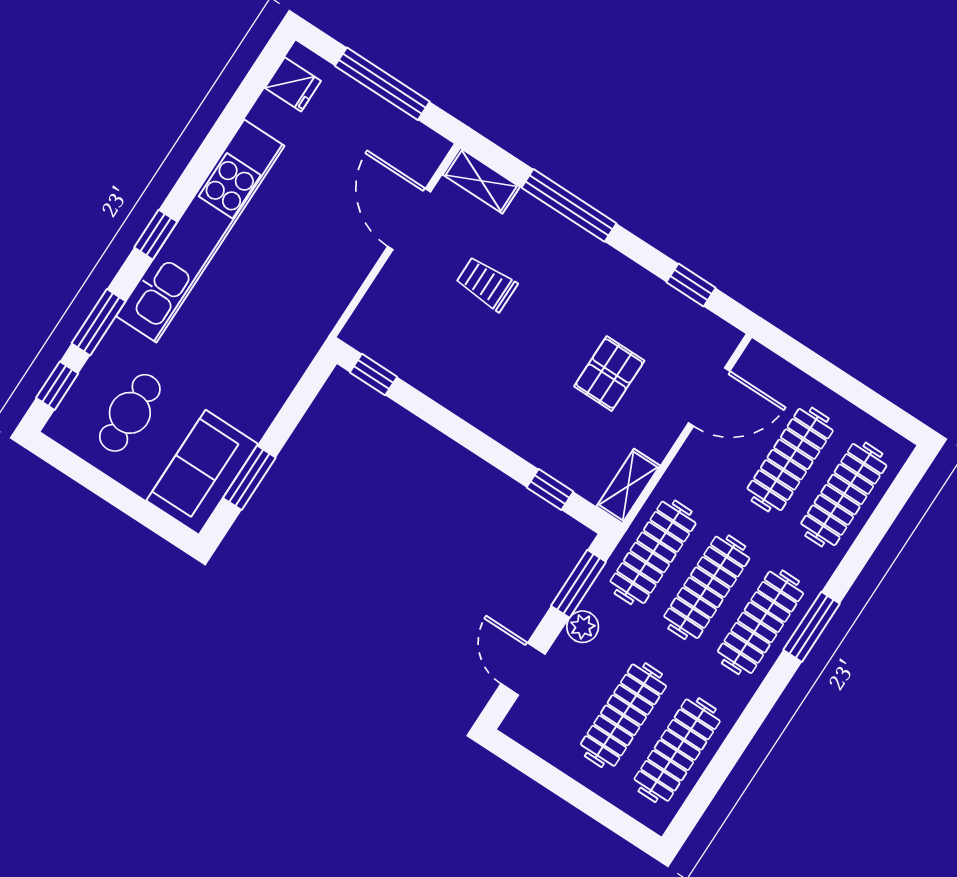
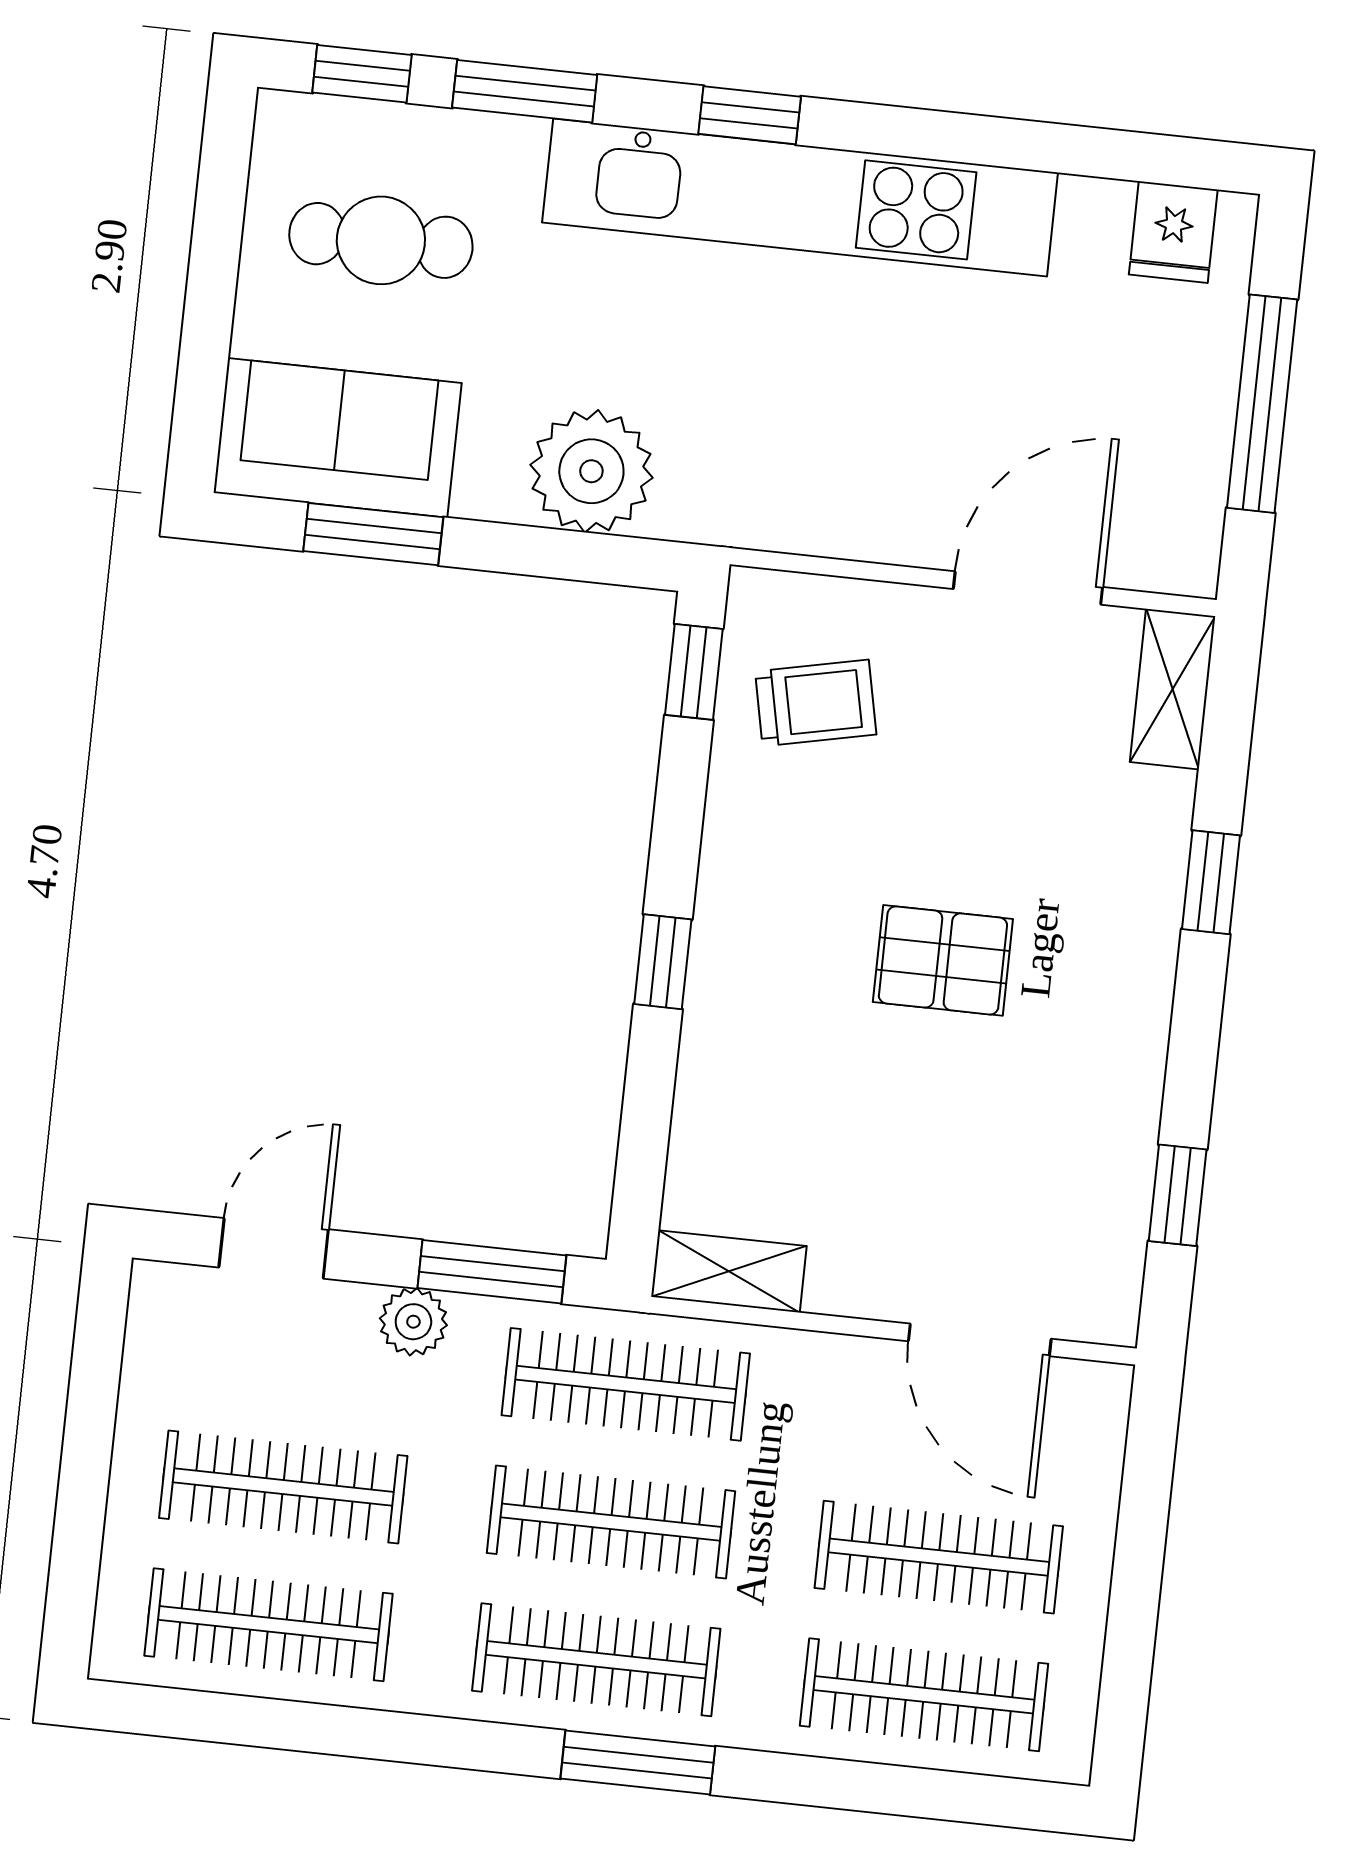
window: (569, 205) -> (1211, 882), width x0.46
trolley: (487, 284) -> (816, 703), moved, turned 78
pallet: (609, 374) -> (943, 960), moved
plant: (269, 375) -> (591, 471), added
window: (550, 490) -> (663, 962), moved

